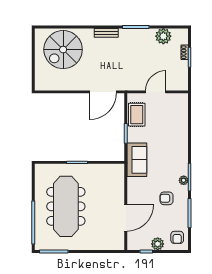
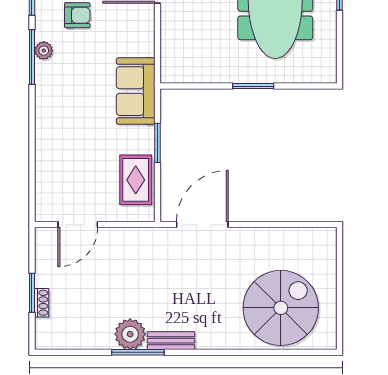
bench: (106, 33) -> (171, 341), moved
plant: (163, 36) -> (130, 334), moved
door: (156, 92) -> (78, 225), moved

